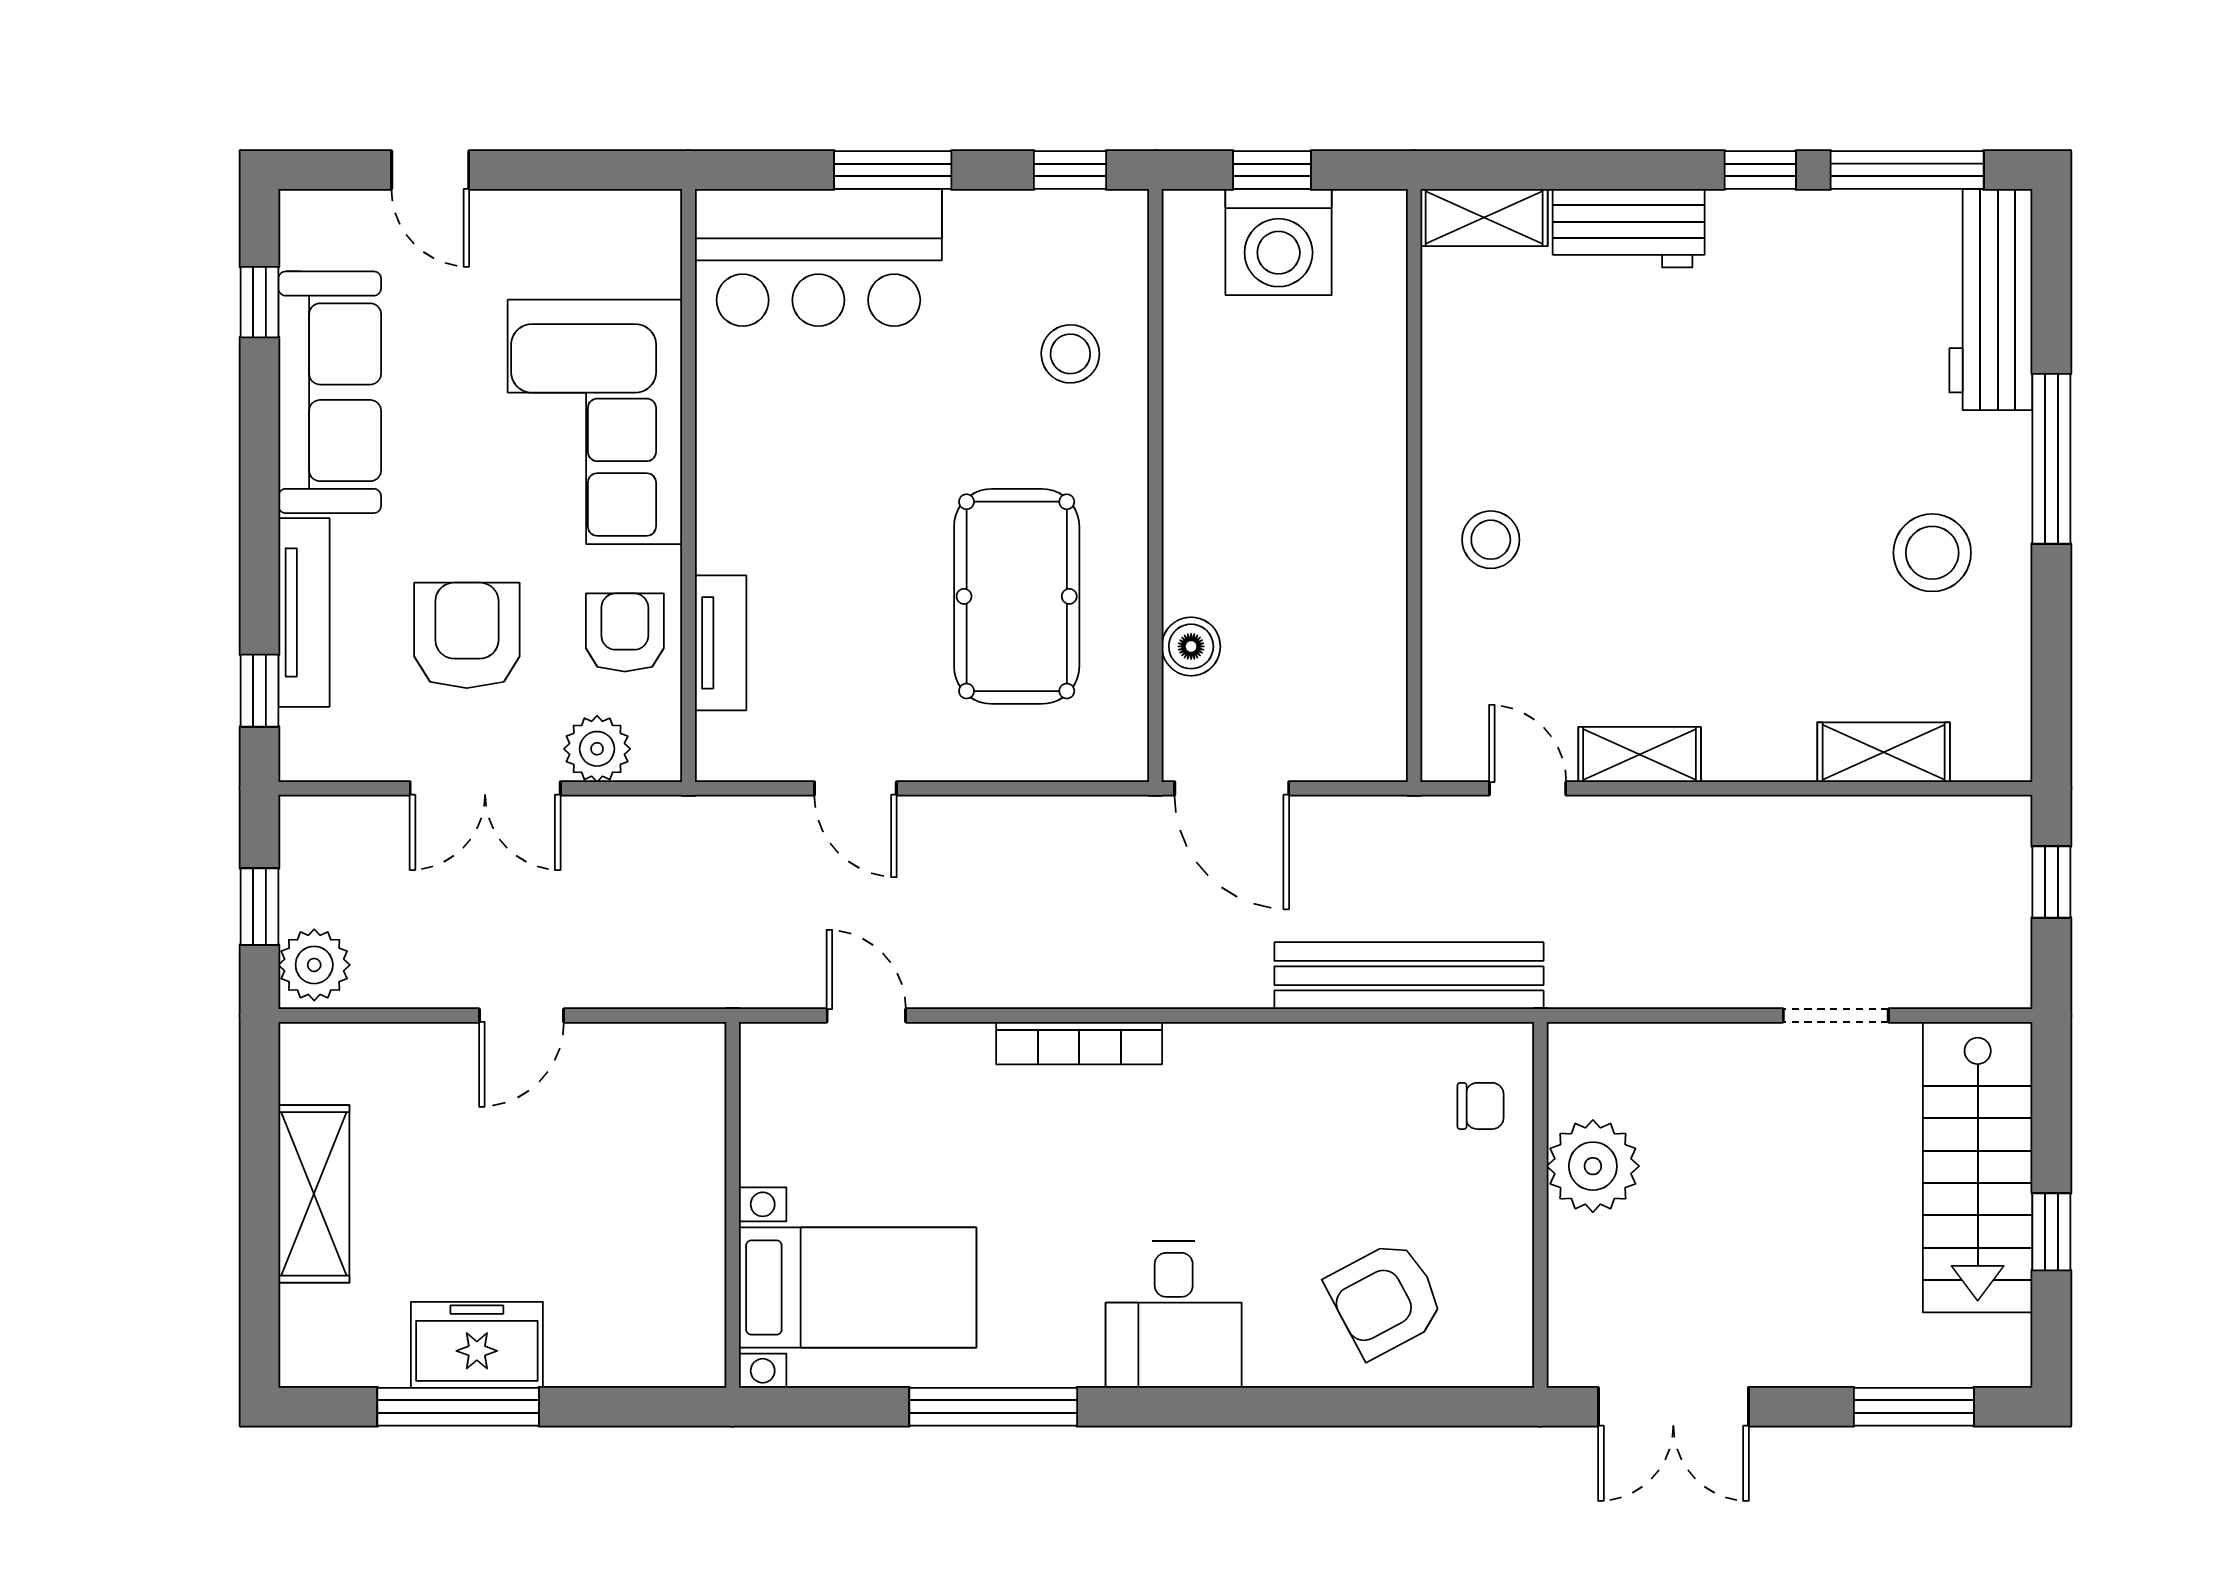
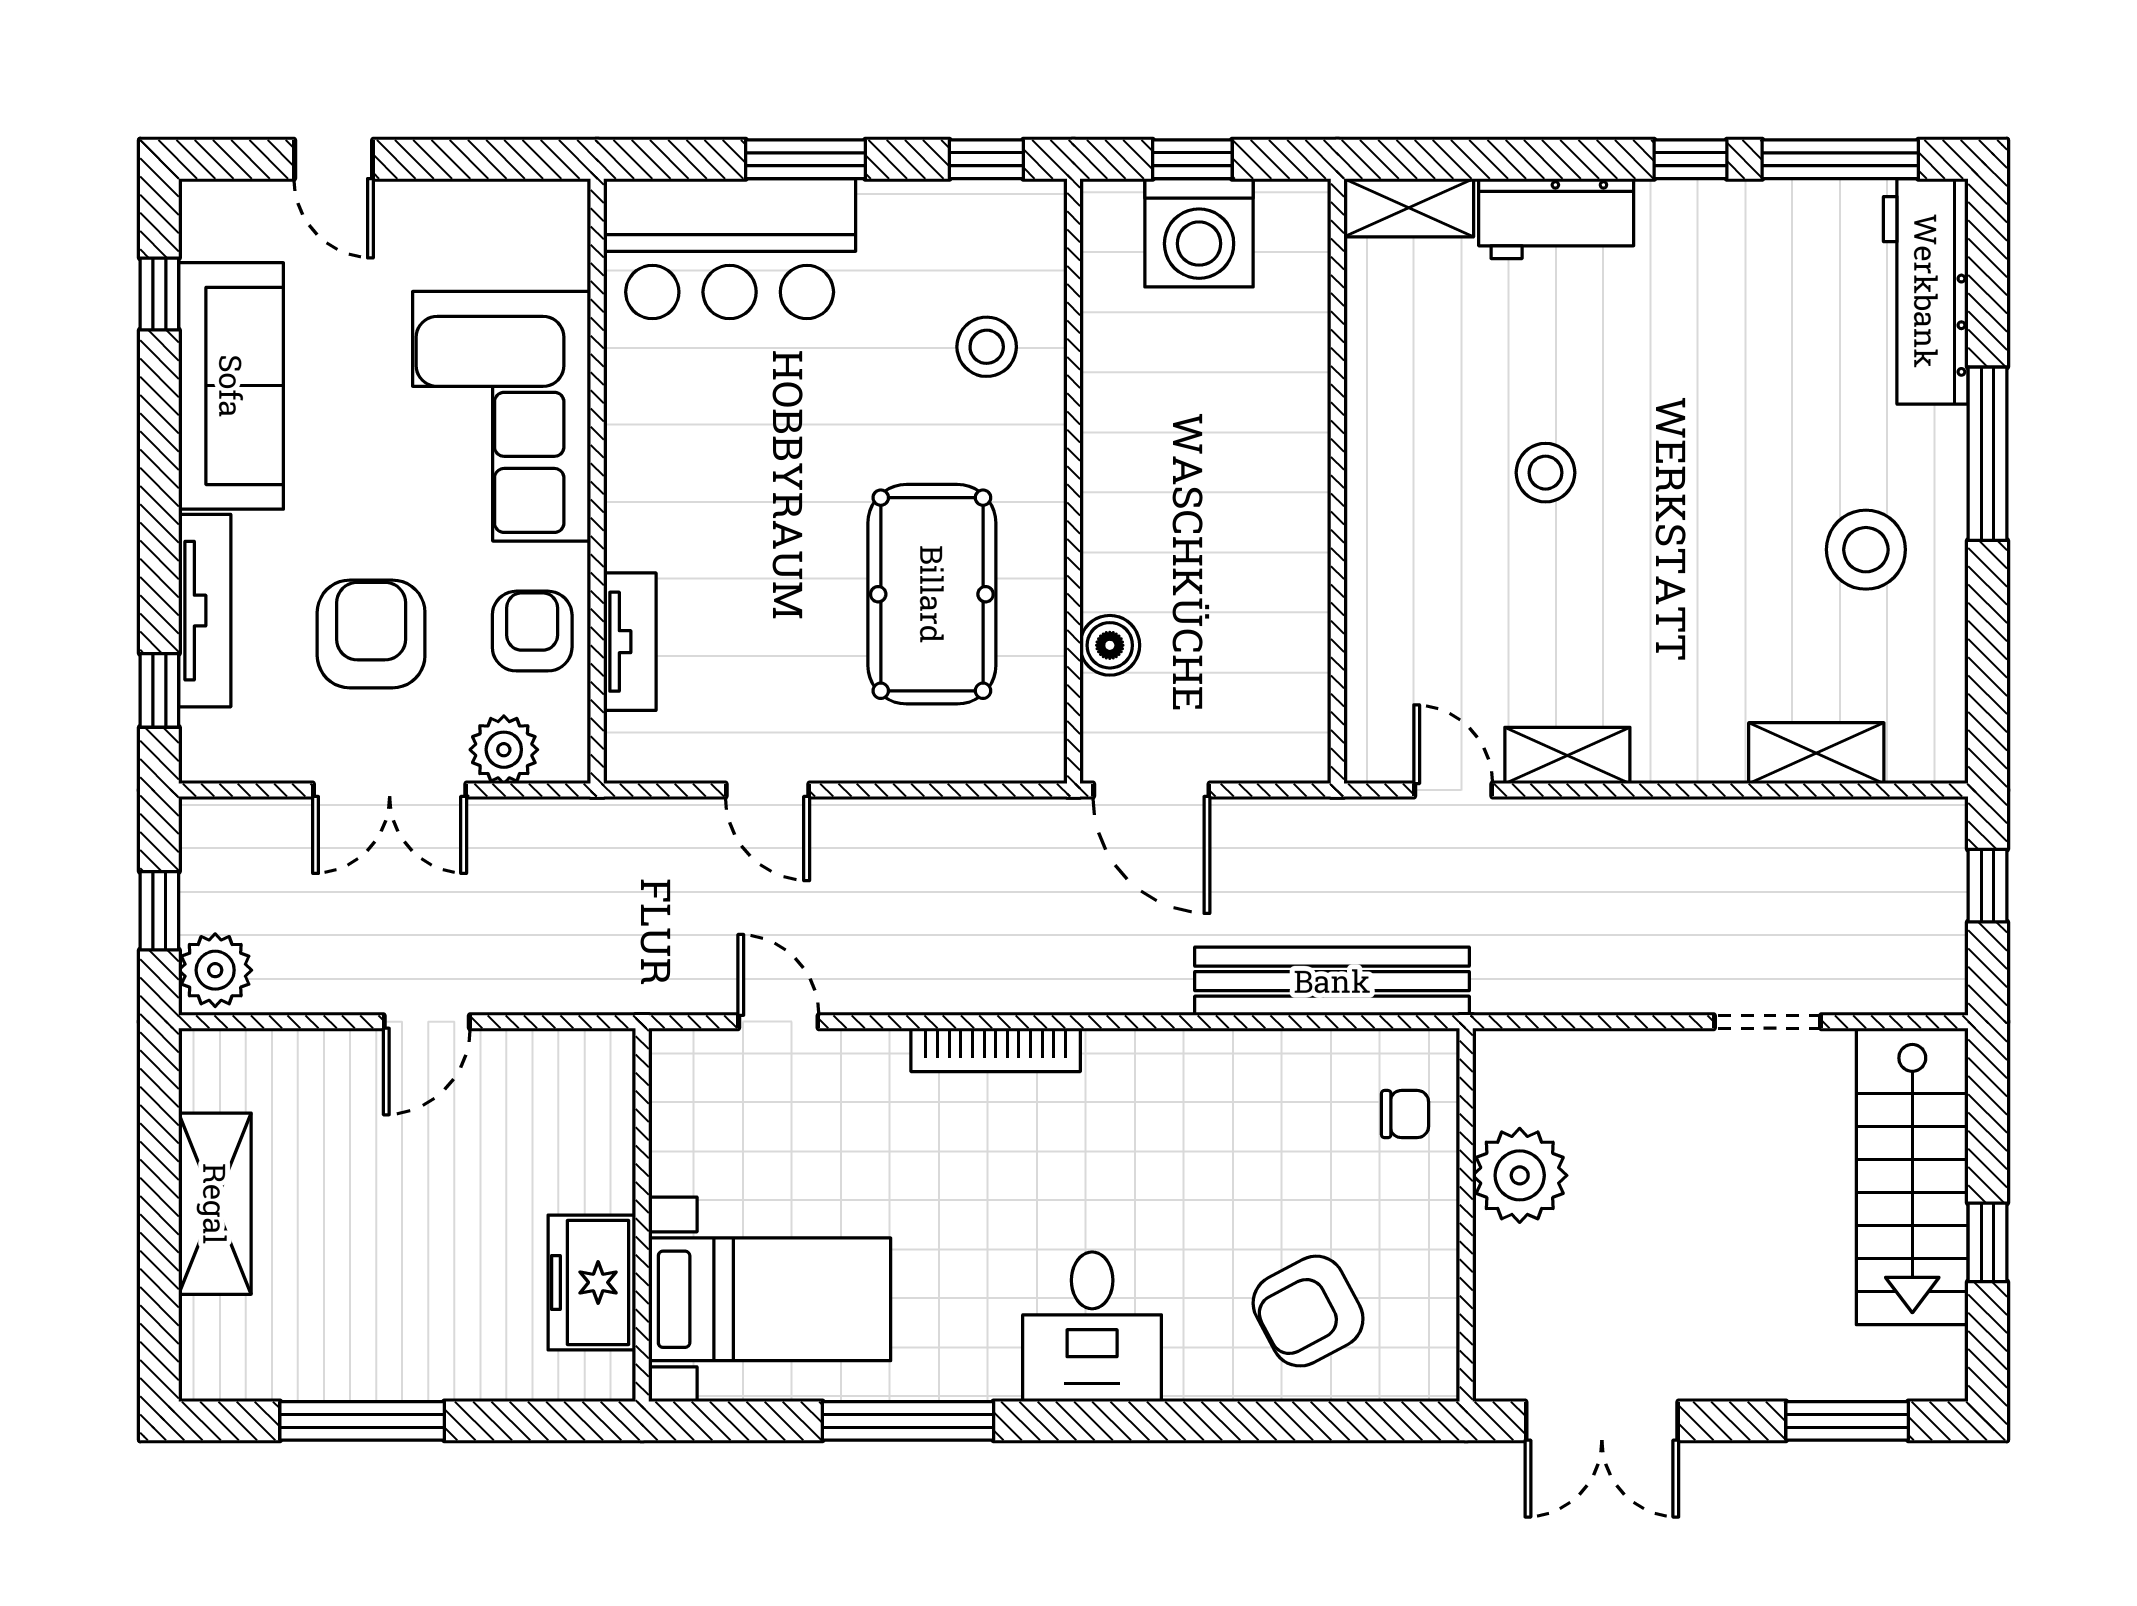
stool: (1491, 540) -> (1545, 473), moved
freezer: (477, 1345) -> (592, 1282), moved, turned -90

